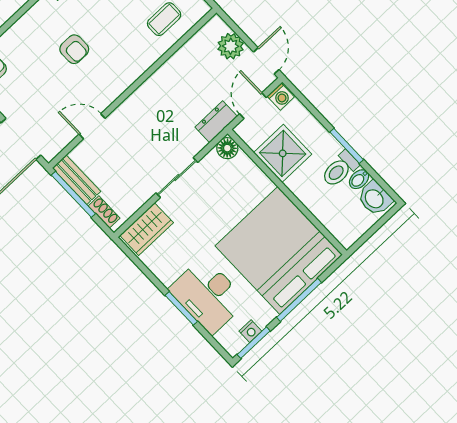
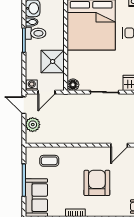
armchair: (74, 49) -> (97, 183), width x1.88, depth x1.88
door: (266, 61) -> (24, 105), hinge flipped
dresser: (216, 122) -> (67, 100), removed
door: (92, 126) -> (119, 145), hinge flipped

